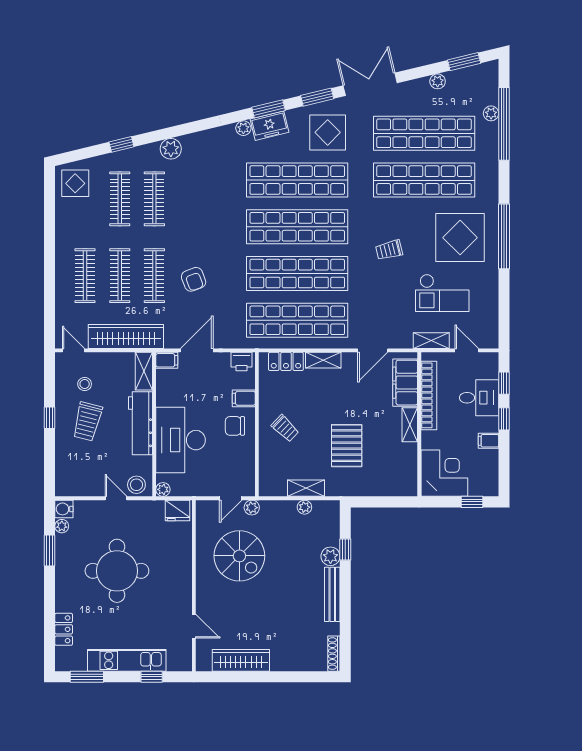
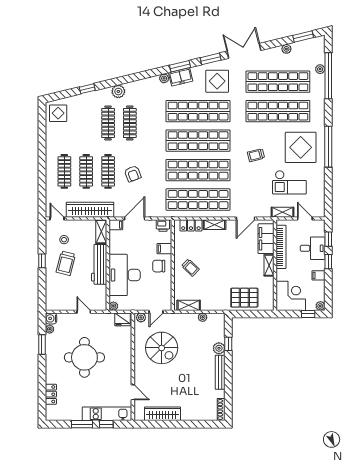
clothes rail: (120, 199) -> (130, 123), moved
pallet: (347, 446) -> (244, 298), moved, turned 90
stool: (136, 485) -> (97, 303), removed
shelving: (306, 488) -> (189, 305), moved
plant: (491, 489) -> (320, 306), added
plant: (252, 508) -> (141, 318), moved
kitchen unit: (127, 660) -> (107, 414), moved
window: (87, 677) -> (82, 424), moved

